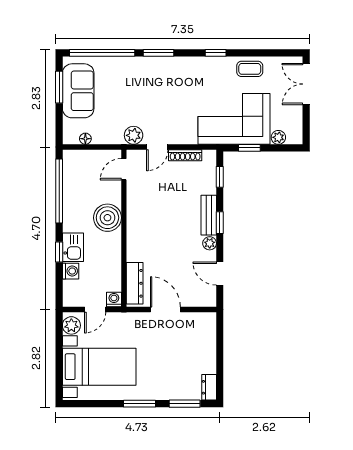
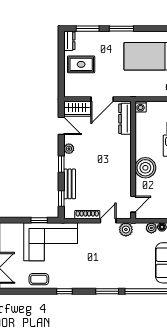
plant: (278, 137) -> (151, 228), moved
bench: (209, 215) -> (70, 184), moved
wardrobe: (199, 297) -> (77, 109), added
door: (95, 309) -> (155, 99), removed
door: (165, 309) -> (102, 99), hinge flipped
rug: (193, 356) -> (81, 64), added

